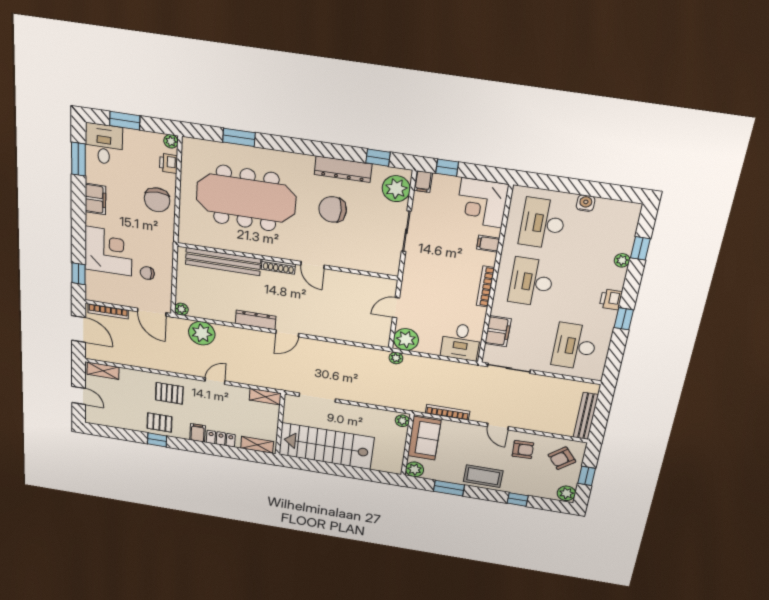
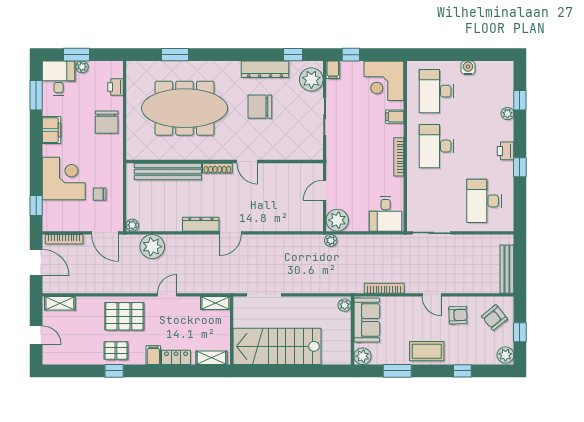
plant: (171, 141) -> (82, 67), moved
filing cabinet: (498, 331) -> (416, 198), removed
pallet: (169, 393) -> (124, 316), width x1.50, depth x1.42

